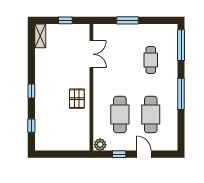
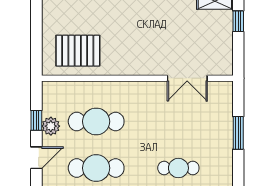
window: (65, 20) -> (238, 21), moved
pallet: (77, 99) -> (78, 51), moved, width x1.50, depth x1.42
plant: (100, 145) -> (51, 126), moved

